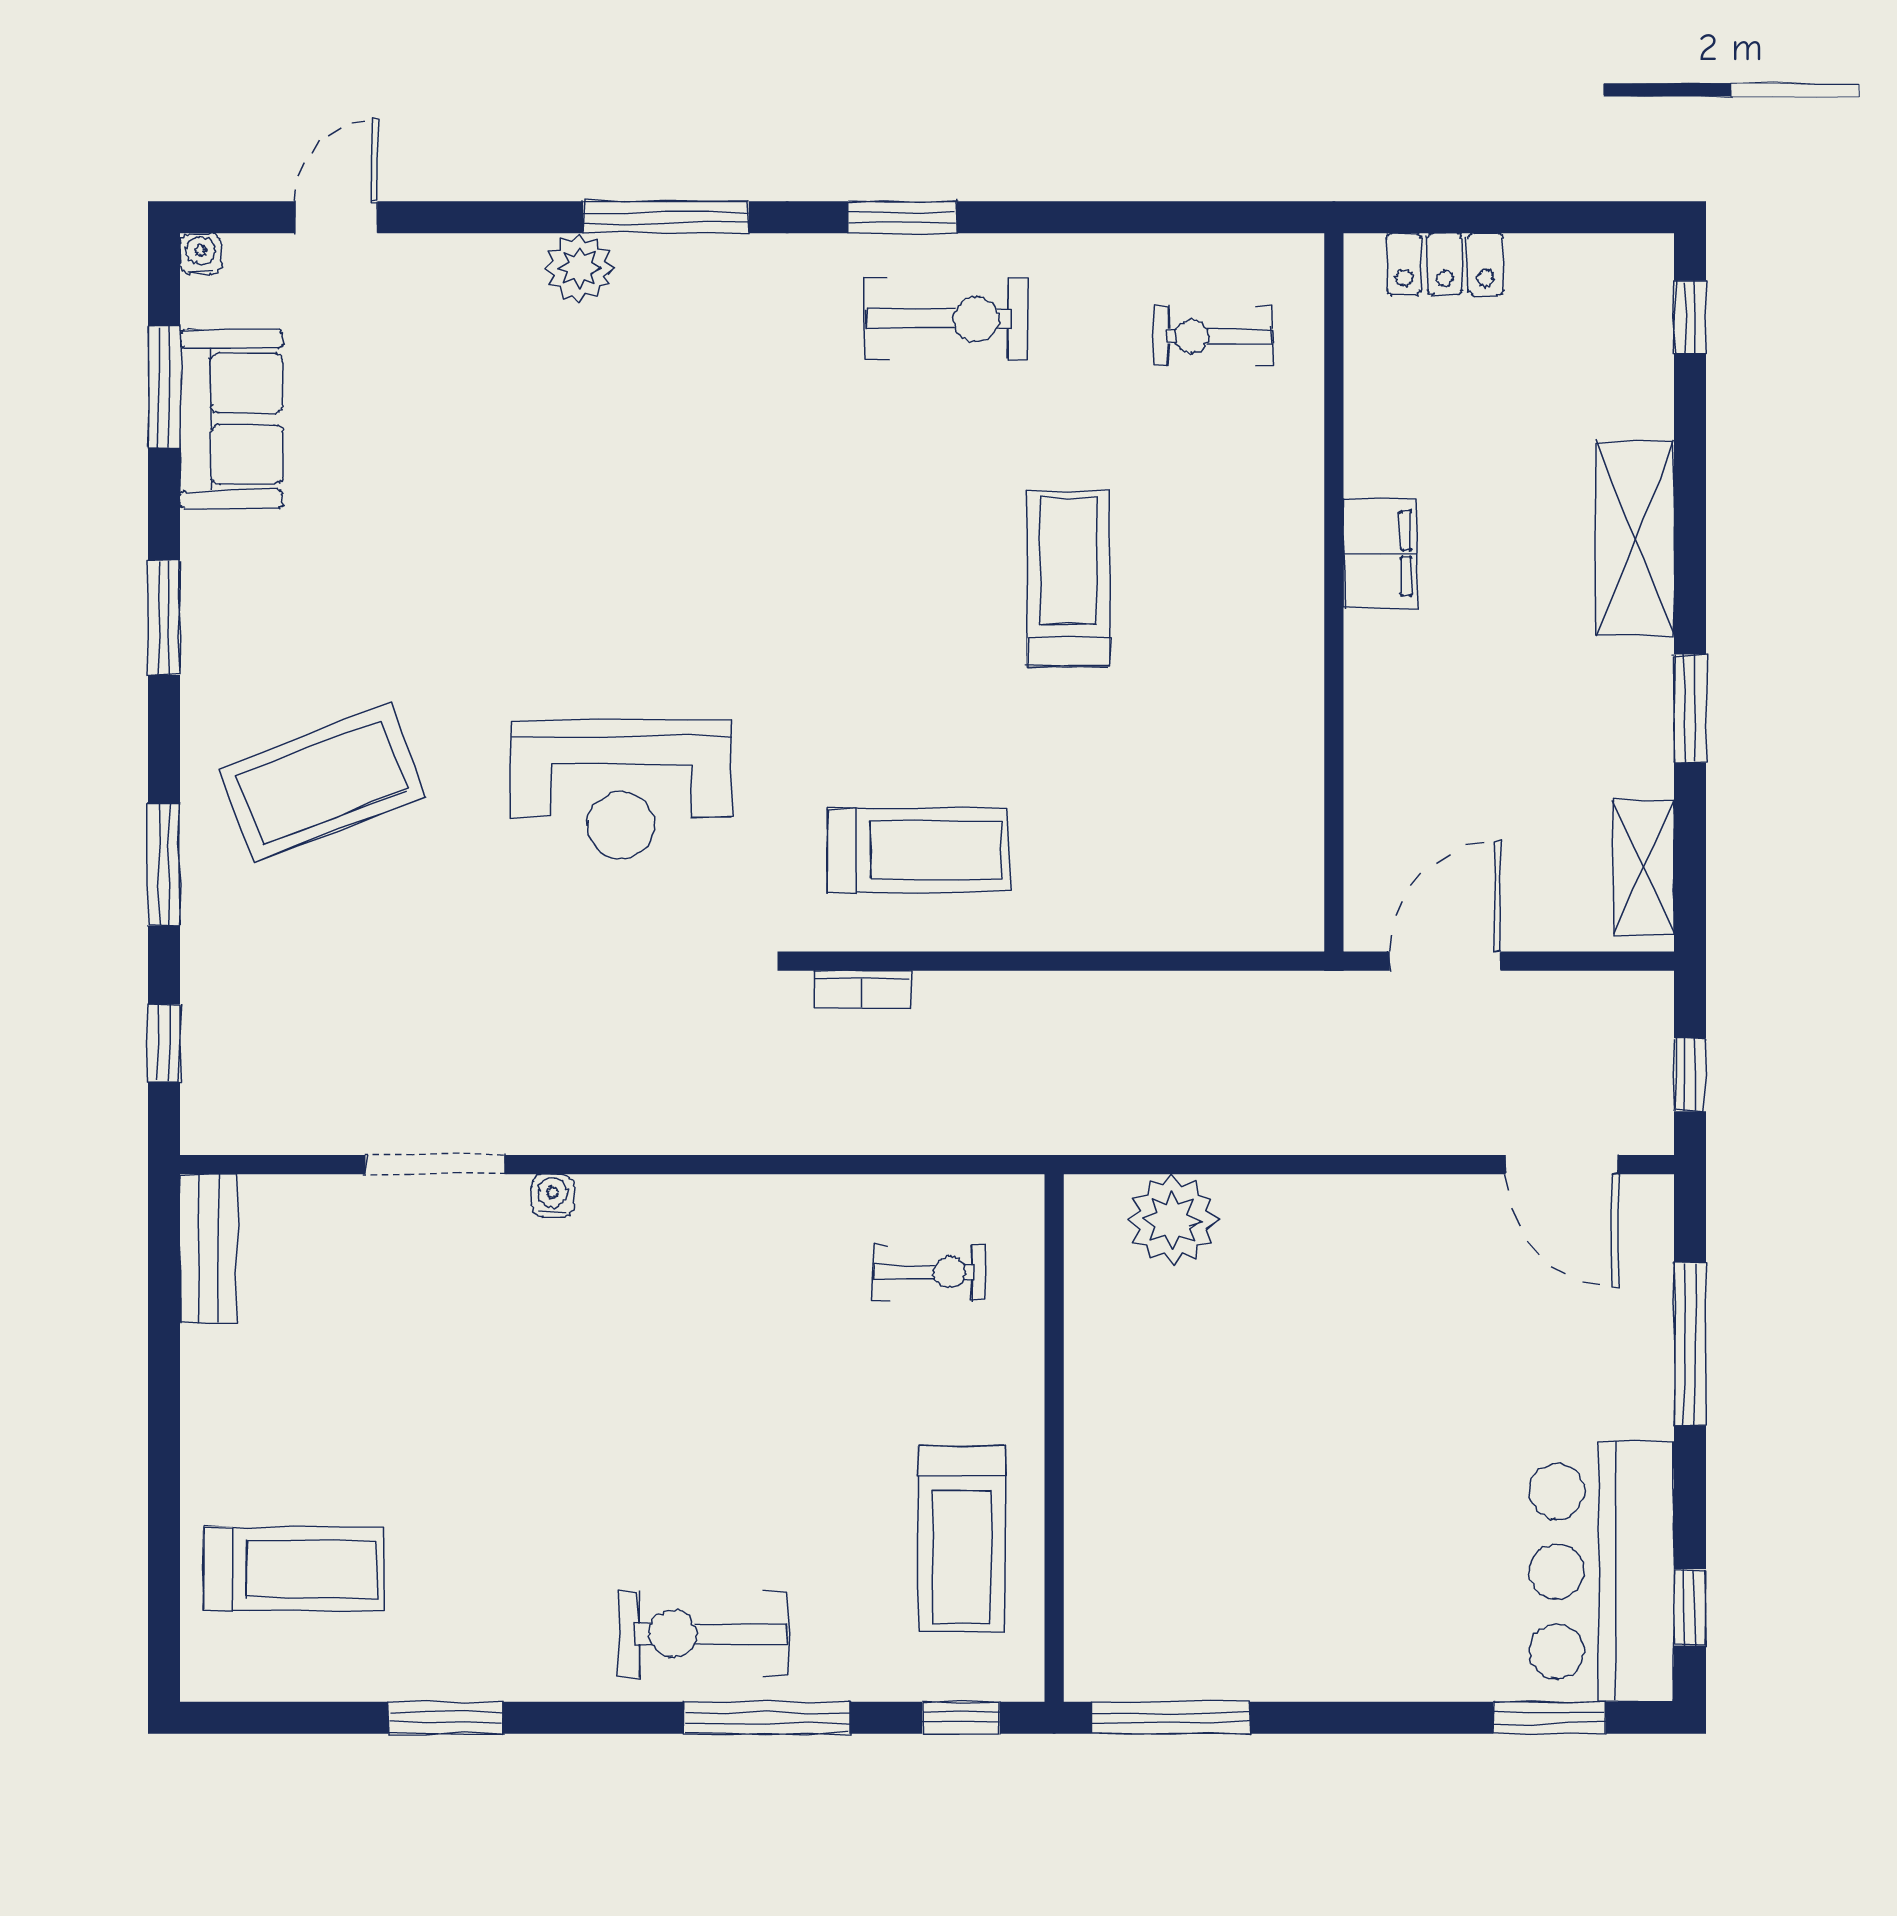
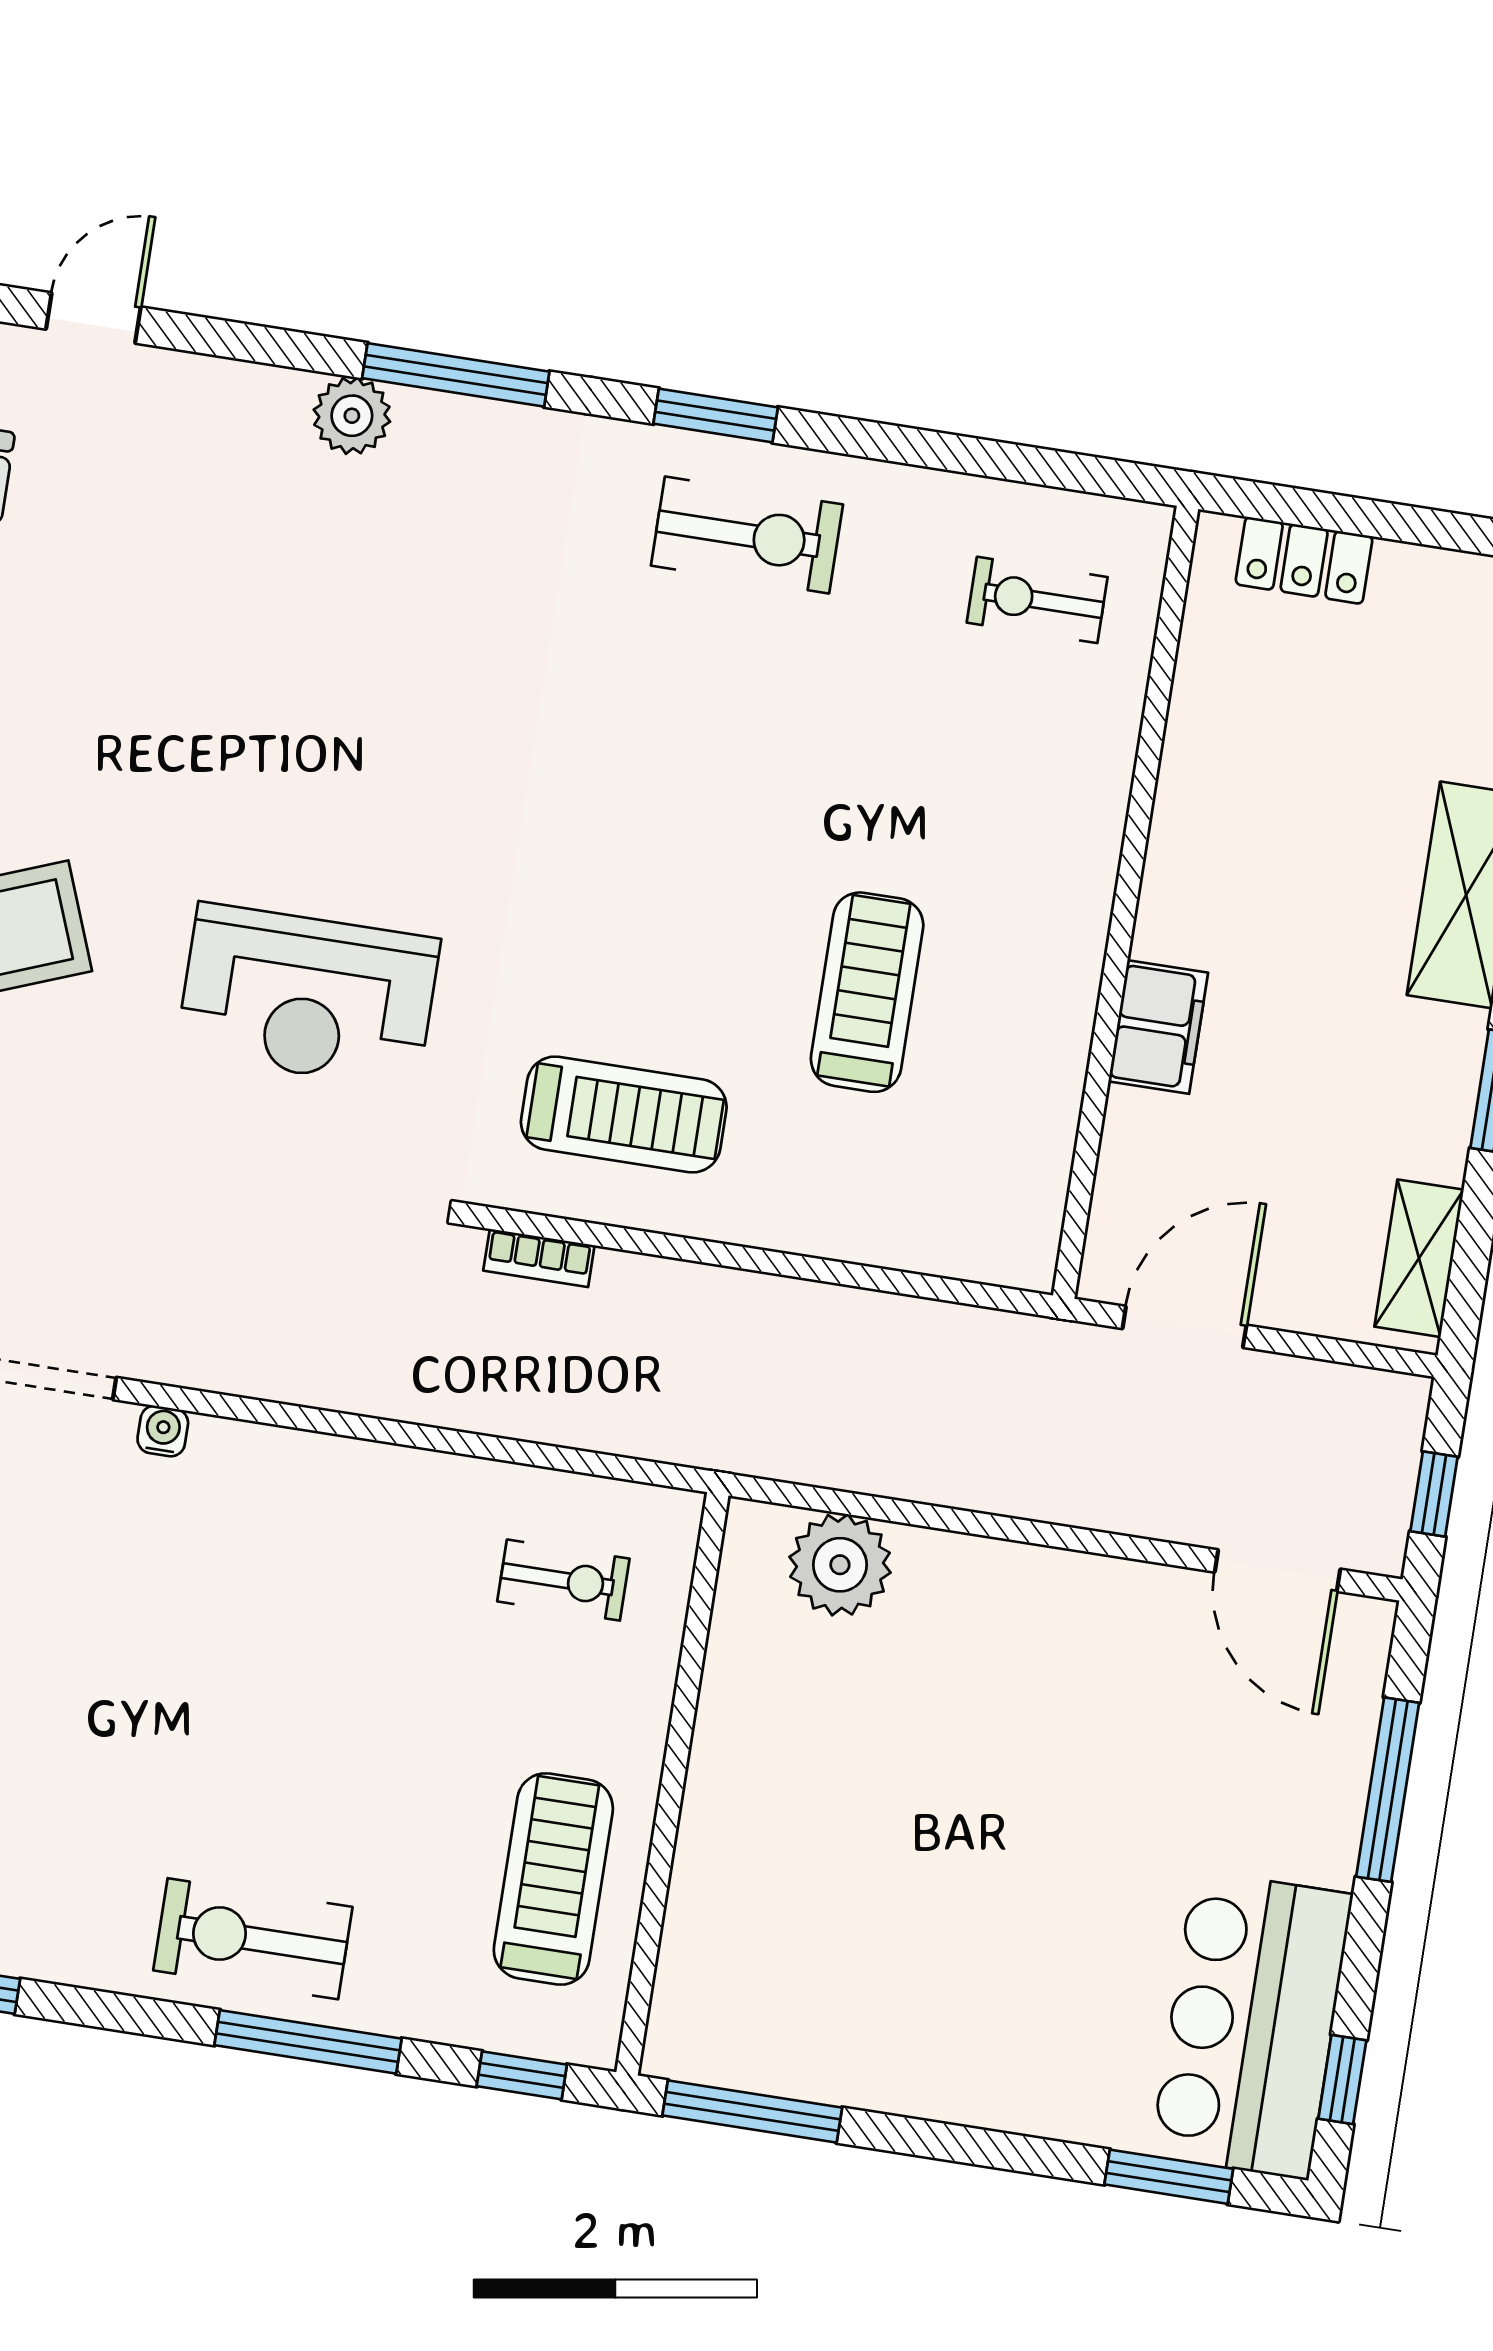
filing cabinet: (1380, 553) -> (1158, 1027), moved
treadmill: (1068, 579) -> (867, 992), moved
treadmill: (962, 1539) -> (553, 1879), turned 180

